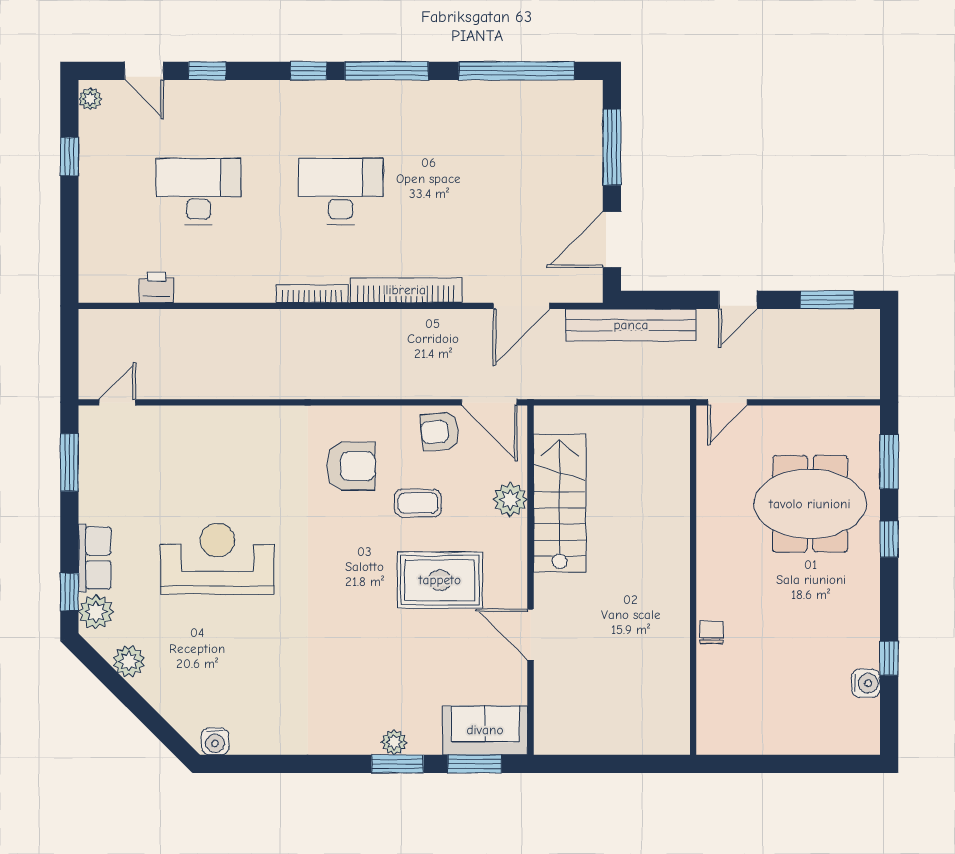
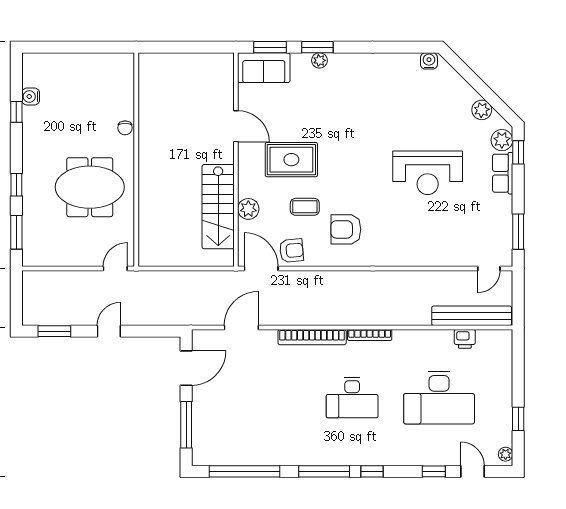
desk: (199, 191) -> (439, 398), width x1.36, depth x1.30
bench: (631, 325) -> (472, 316), moved
meeting table: (810, 504) -> (90, 187), moved

